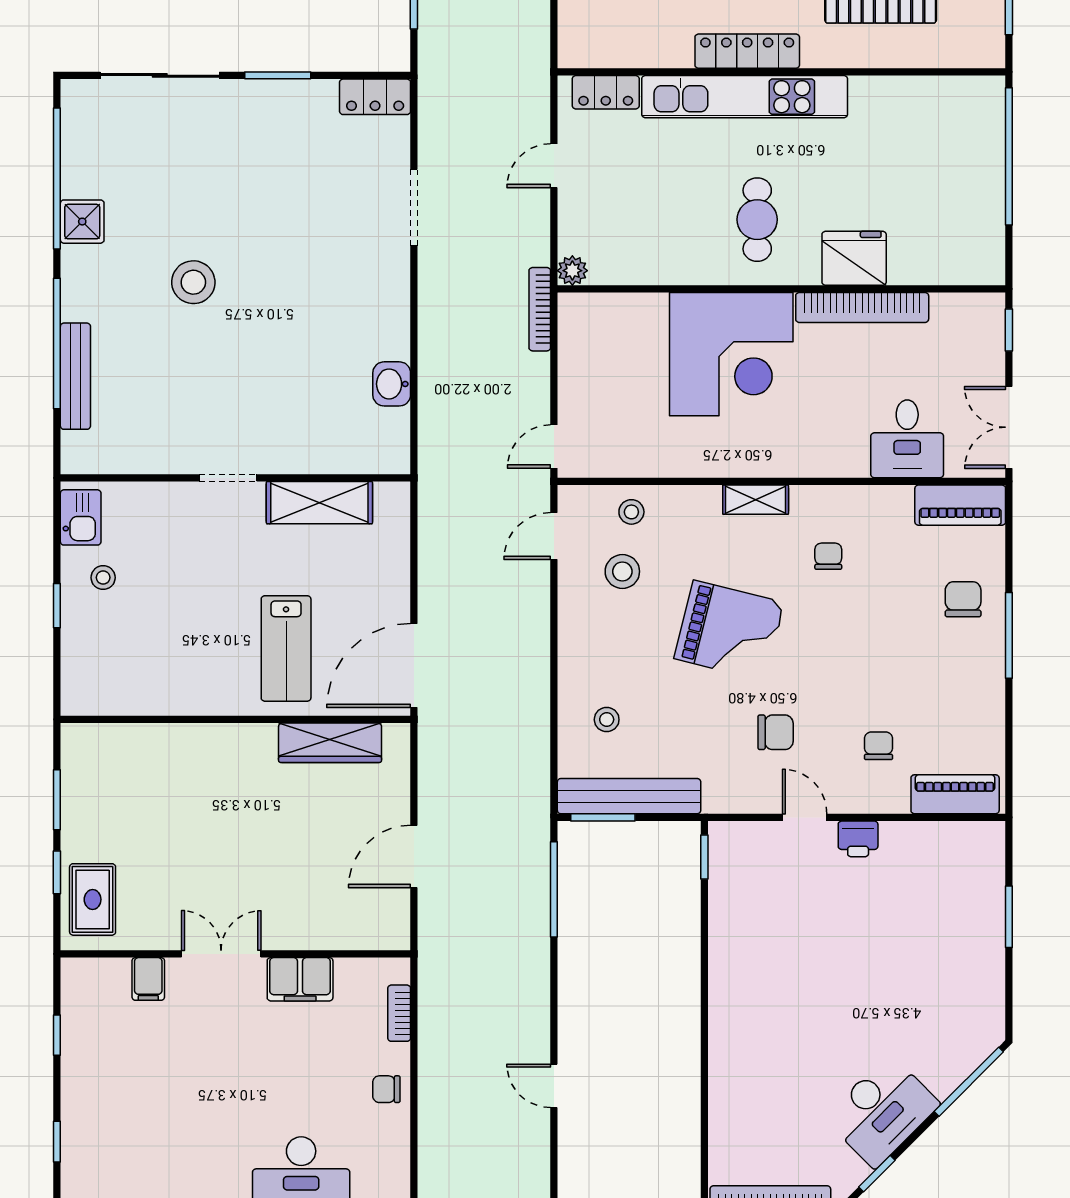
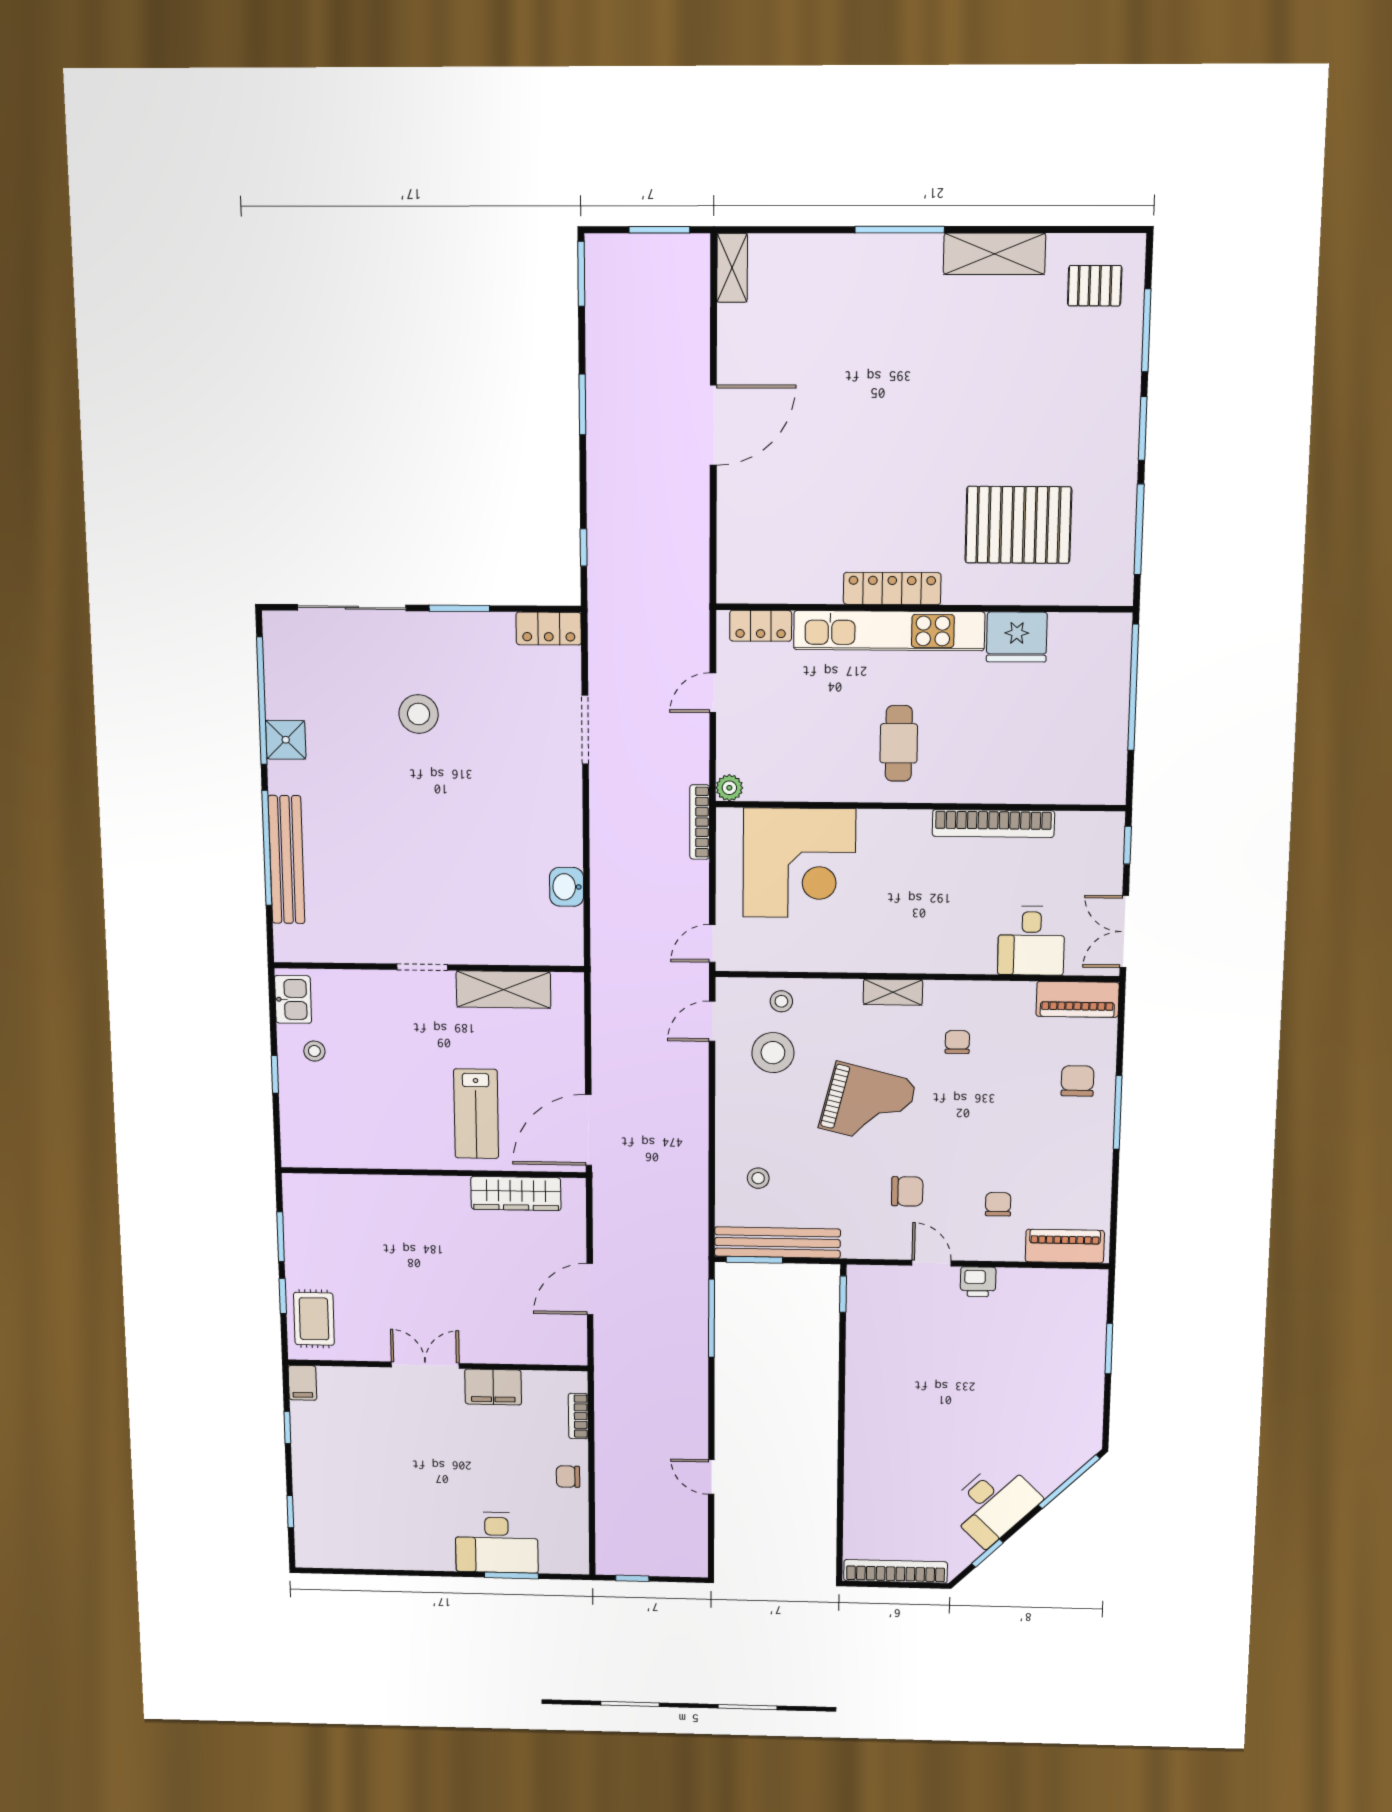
fridge: (854, 258) -> (1017, 637), moved, turned 180
stool: (193, 282) -> (419, 714), moved
corner desk: (731, 354) -> (799, 863), moved
bench: (75, 376) -> (286, 860), width x1.37, depth x1.21
stool: (622, 571) -> (773, 1053), width x1.38, depth x1.38
filing cabinet: (148, 979) -> (302, 1383), moved

